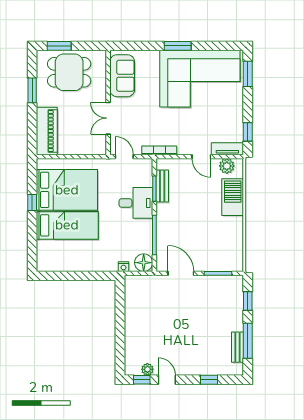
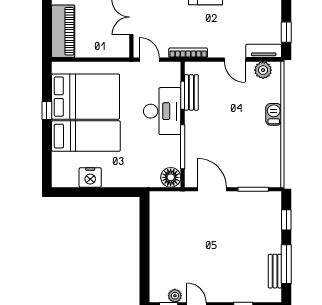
barbecue: (233, 197) -> (274, 114), width x0.53, depth x0.65
desk: (136, 203) -> (162, 111), width x1.37
nightstand: (124, 267) -> (90, 177), moved, width x1.89, depth x1.79

